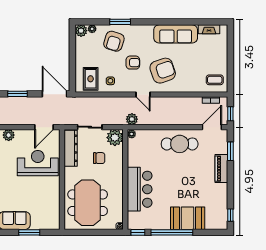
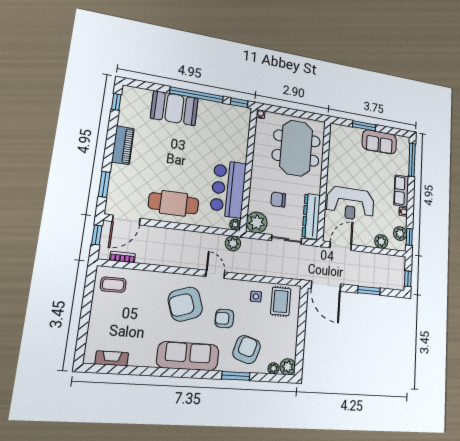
sofa: (176, 34) -> (188, 356), moved
piano: (221, 169) -> (123, 145), moved
bar counter: (140, 189) -> (228, 189), moved

